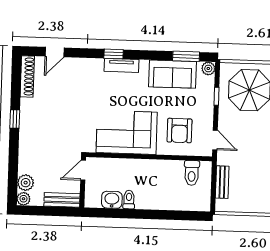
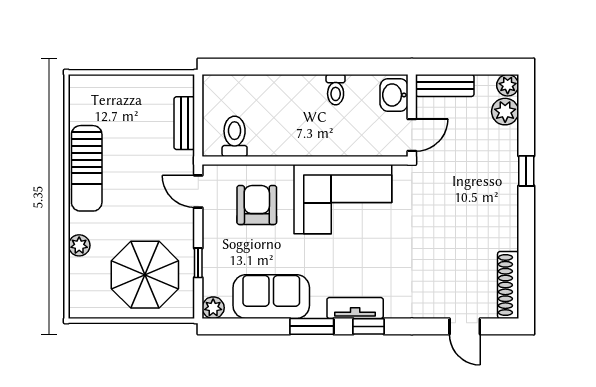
door: (55, 52) -> (465, 326), swing flipped
window: (186, 56) -> (312, 326), moved
window: (15, 119) -> (526, 171), moved
washbasin: (112, 200) -> (394, 95), moved, turned 90

